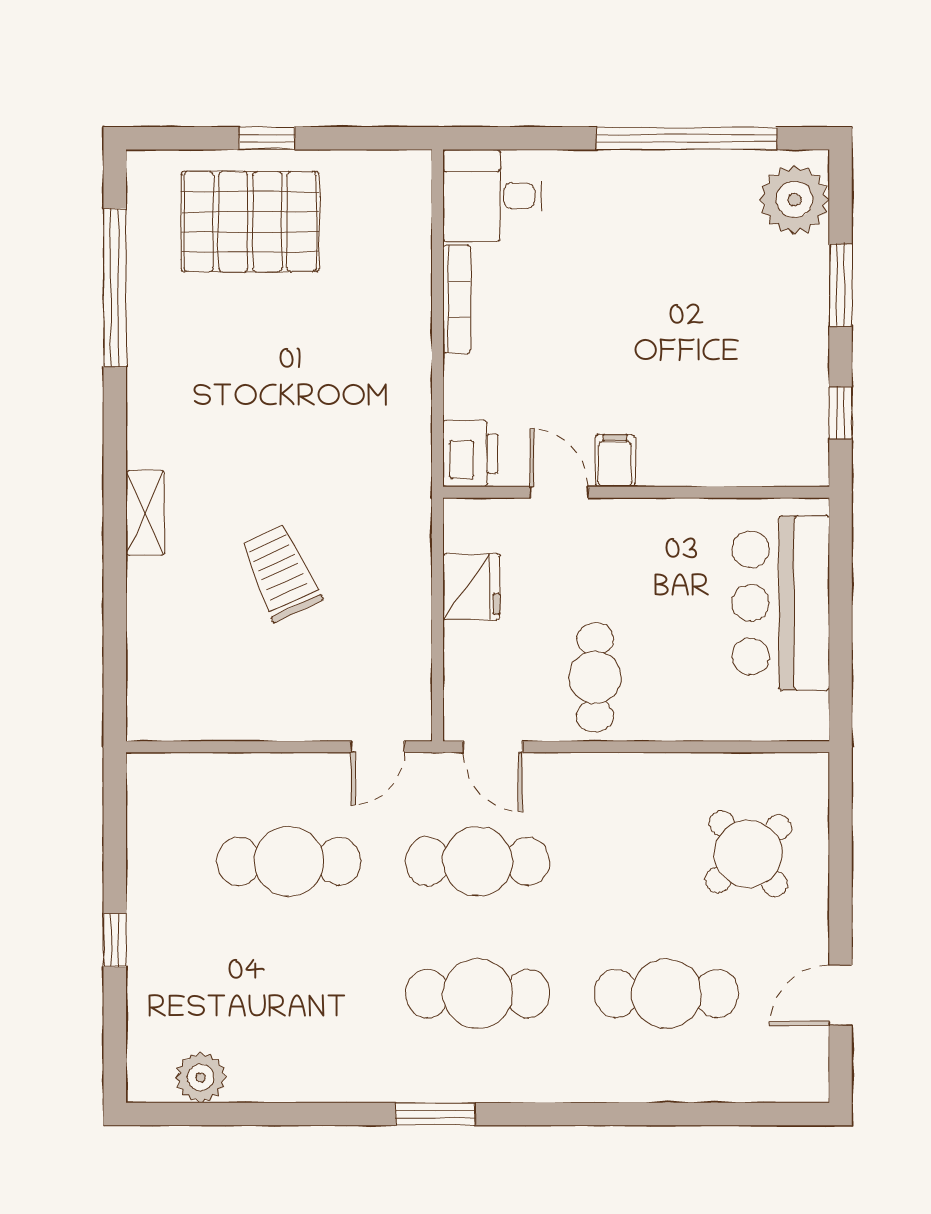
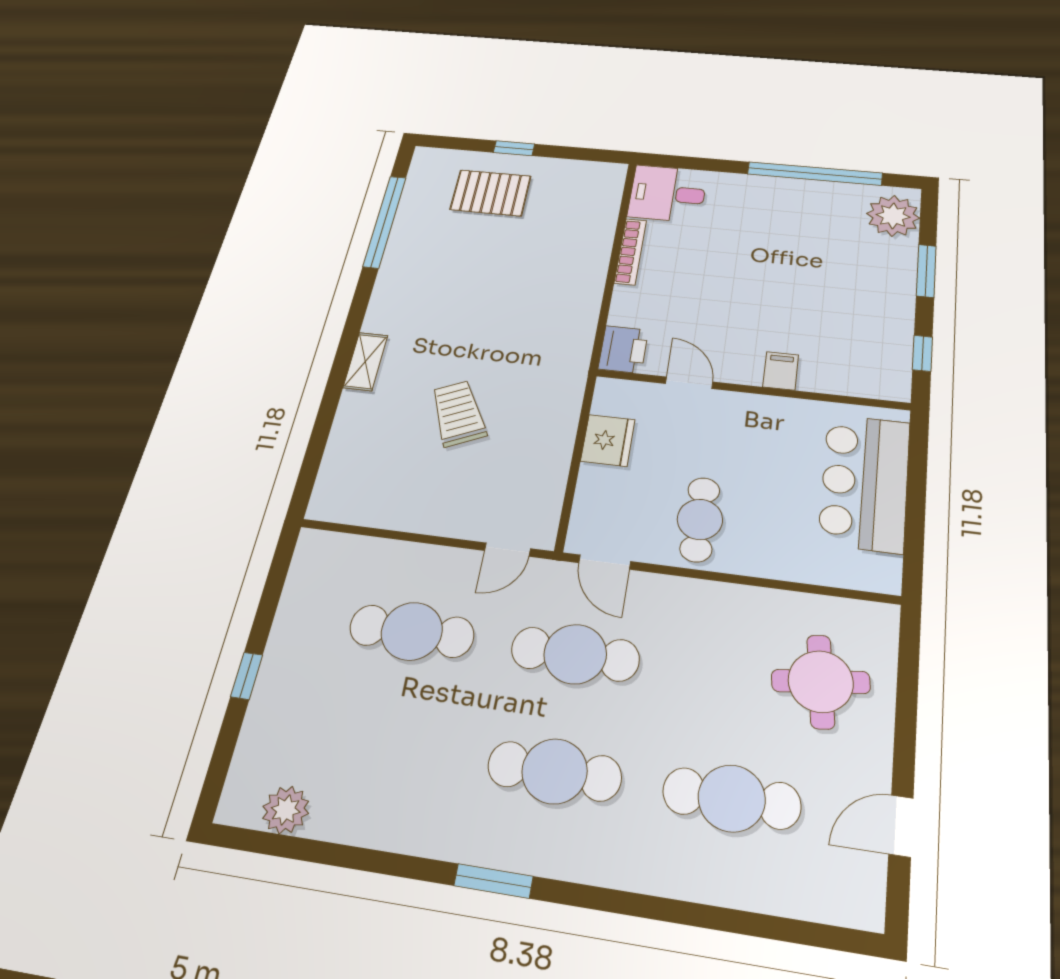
pallet: (250, 222) -> (491, 193), width x0.73, depth x0.71
filing cabinet: (615, 461) -> (781, 371), moved
round table: (748, 854) -> (821, 682), turned 34

